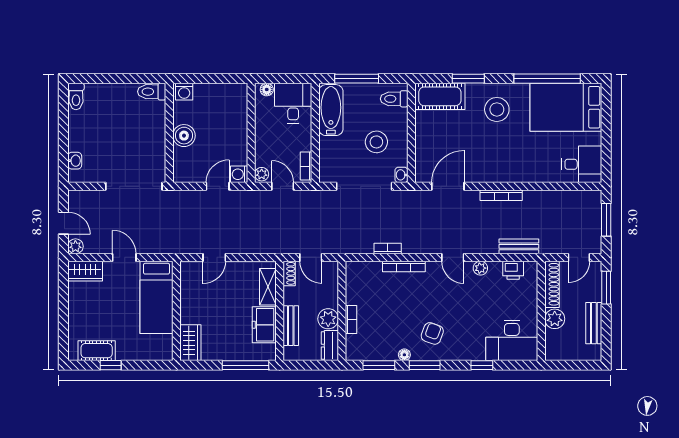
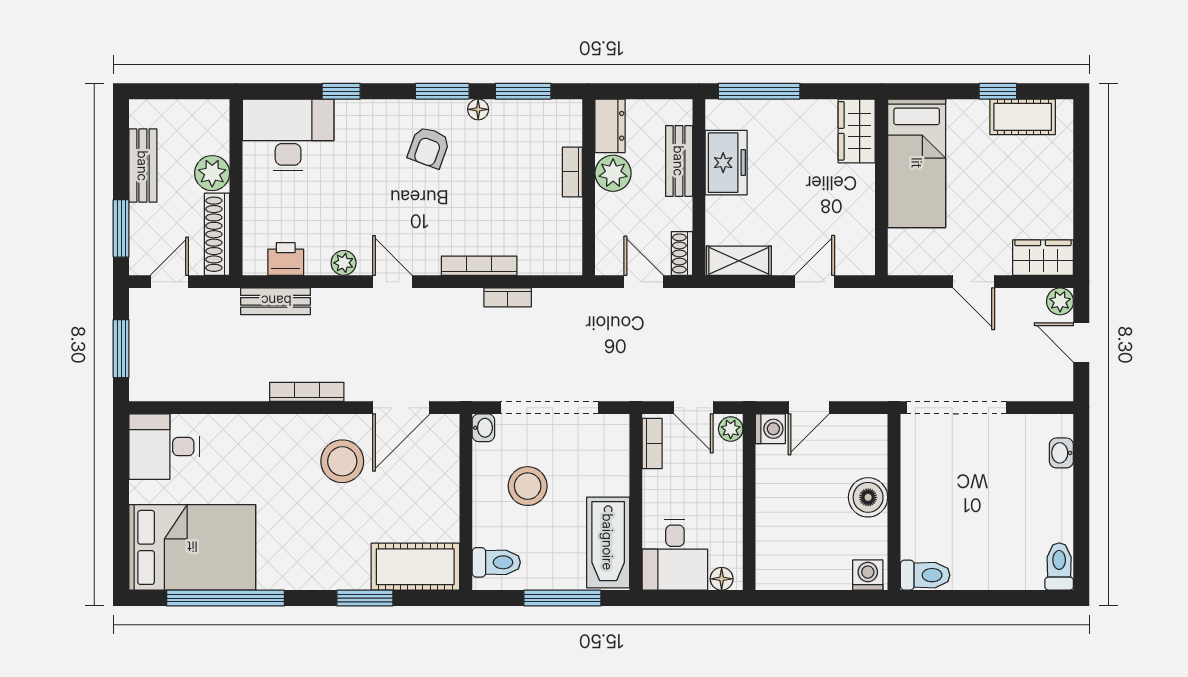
stool: (497, 109) -> (342, 461), moved
shelving: (268, 287) -> (739, 261), moved, turned 90
bed: (157, 297) -> (917, 163), moved, turned 180

